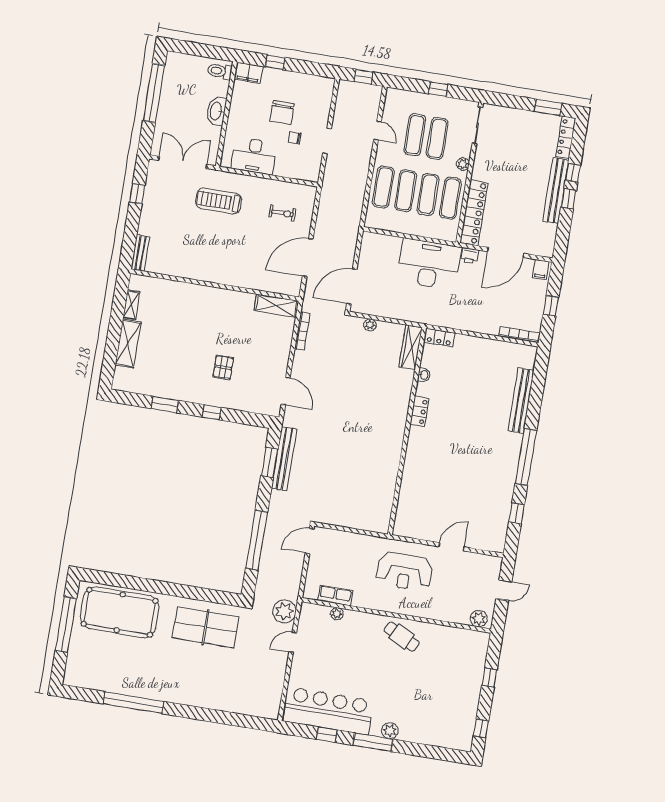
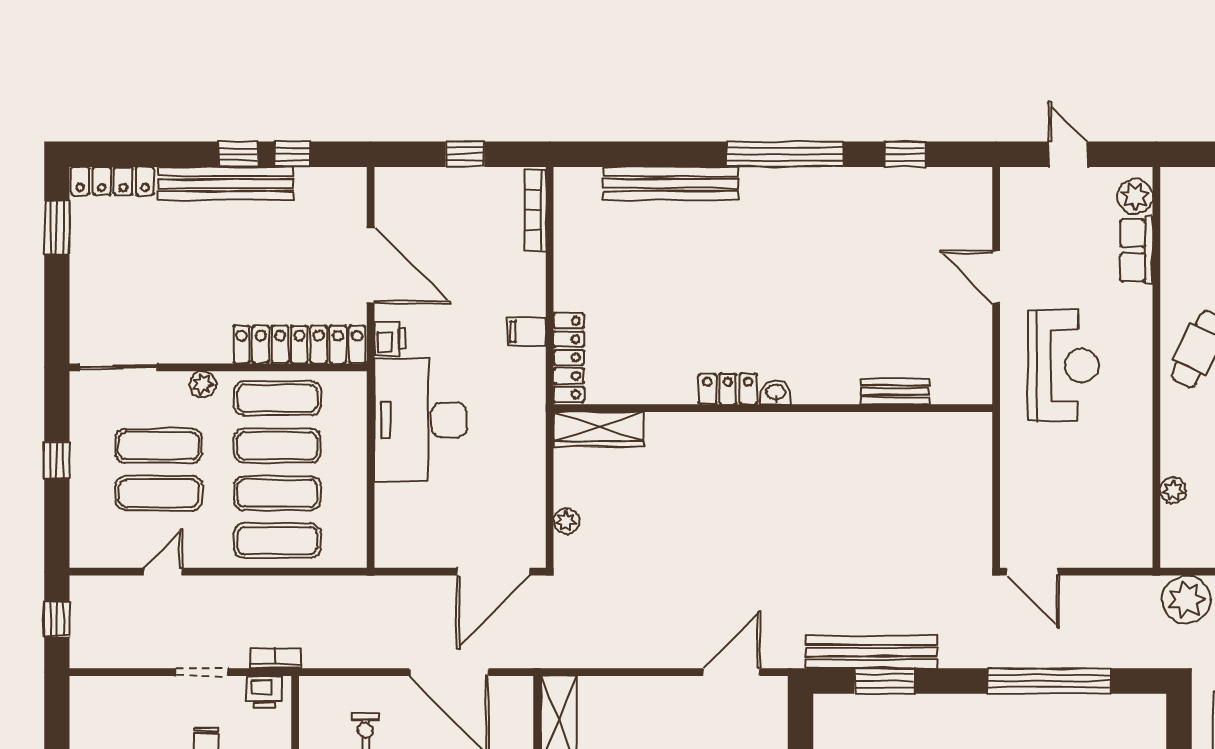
printer: (313, 169) -> (264, 692), added
window: (573, 173) -> (292, 154), moved
filing cabinet: (541, 269) -> (527, 332), moved, turned 180
door: (352, 287) -> (493, 572), hinge flipped
bookcase: (302, 331) -> (276, 658), moved, width x0.64
locker: (439, 338) -> (569, 358), width x1.53
washbasin: (424, 375) -> (776, 392), moved
bench: (405, 490) -> (895, 391), added
row of seats: (335, 596) -> (1136, 250), moved

